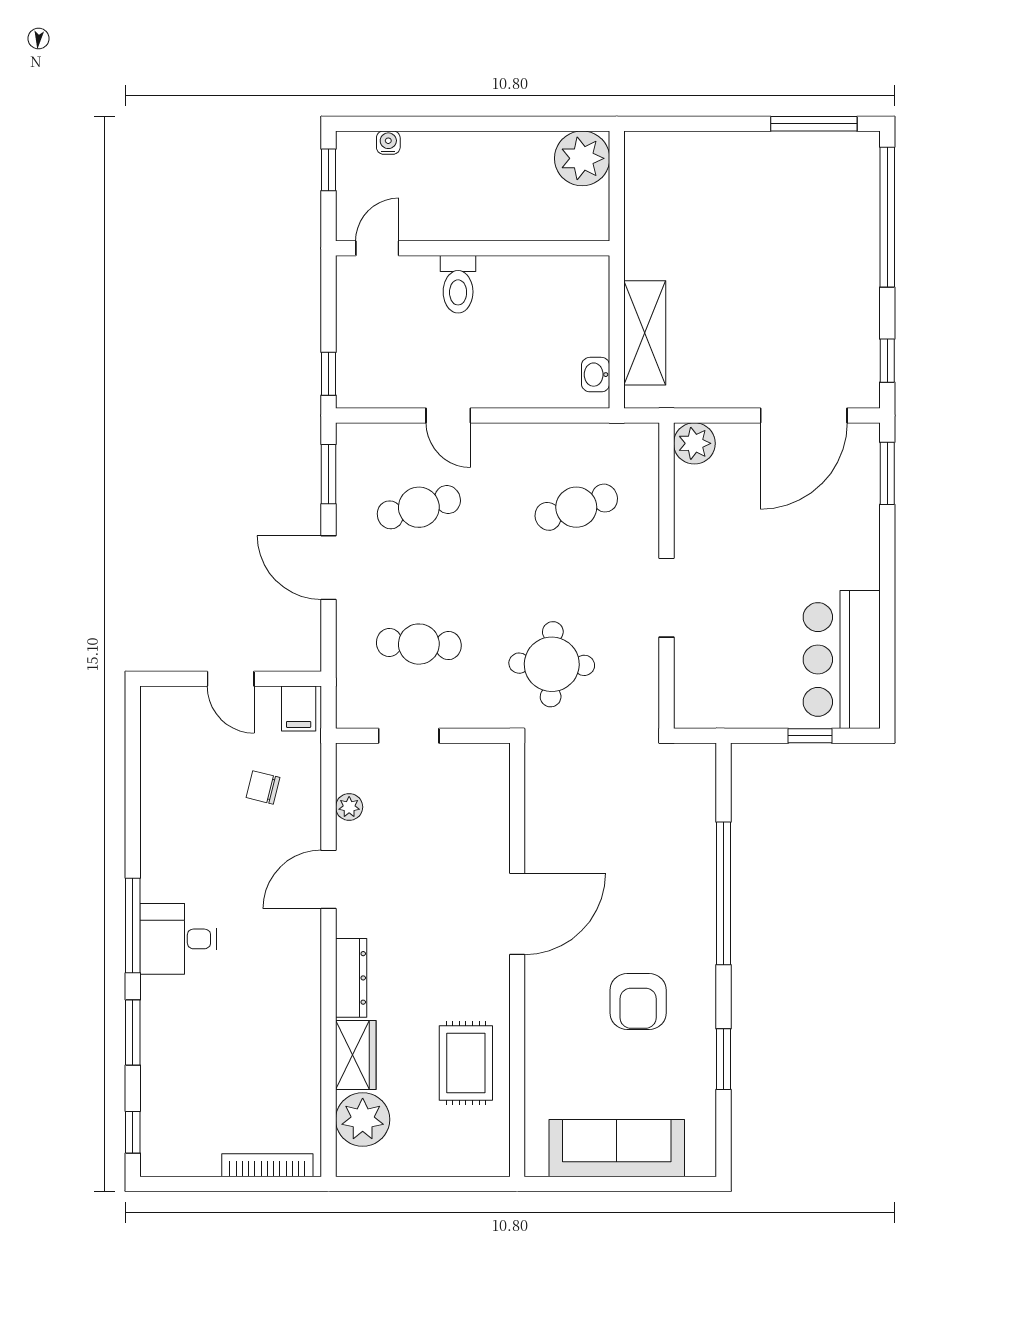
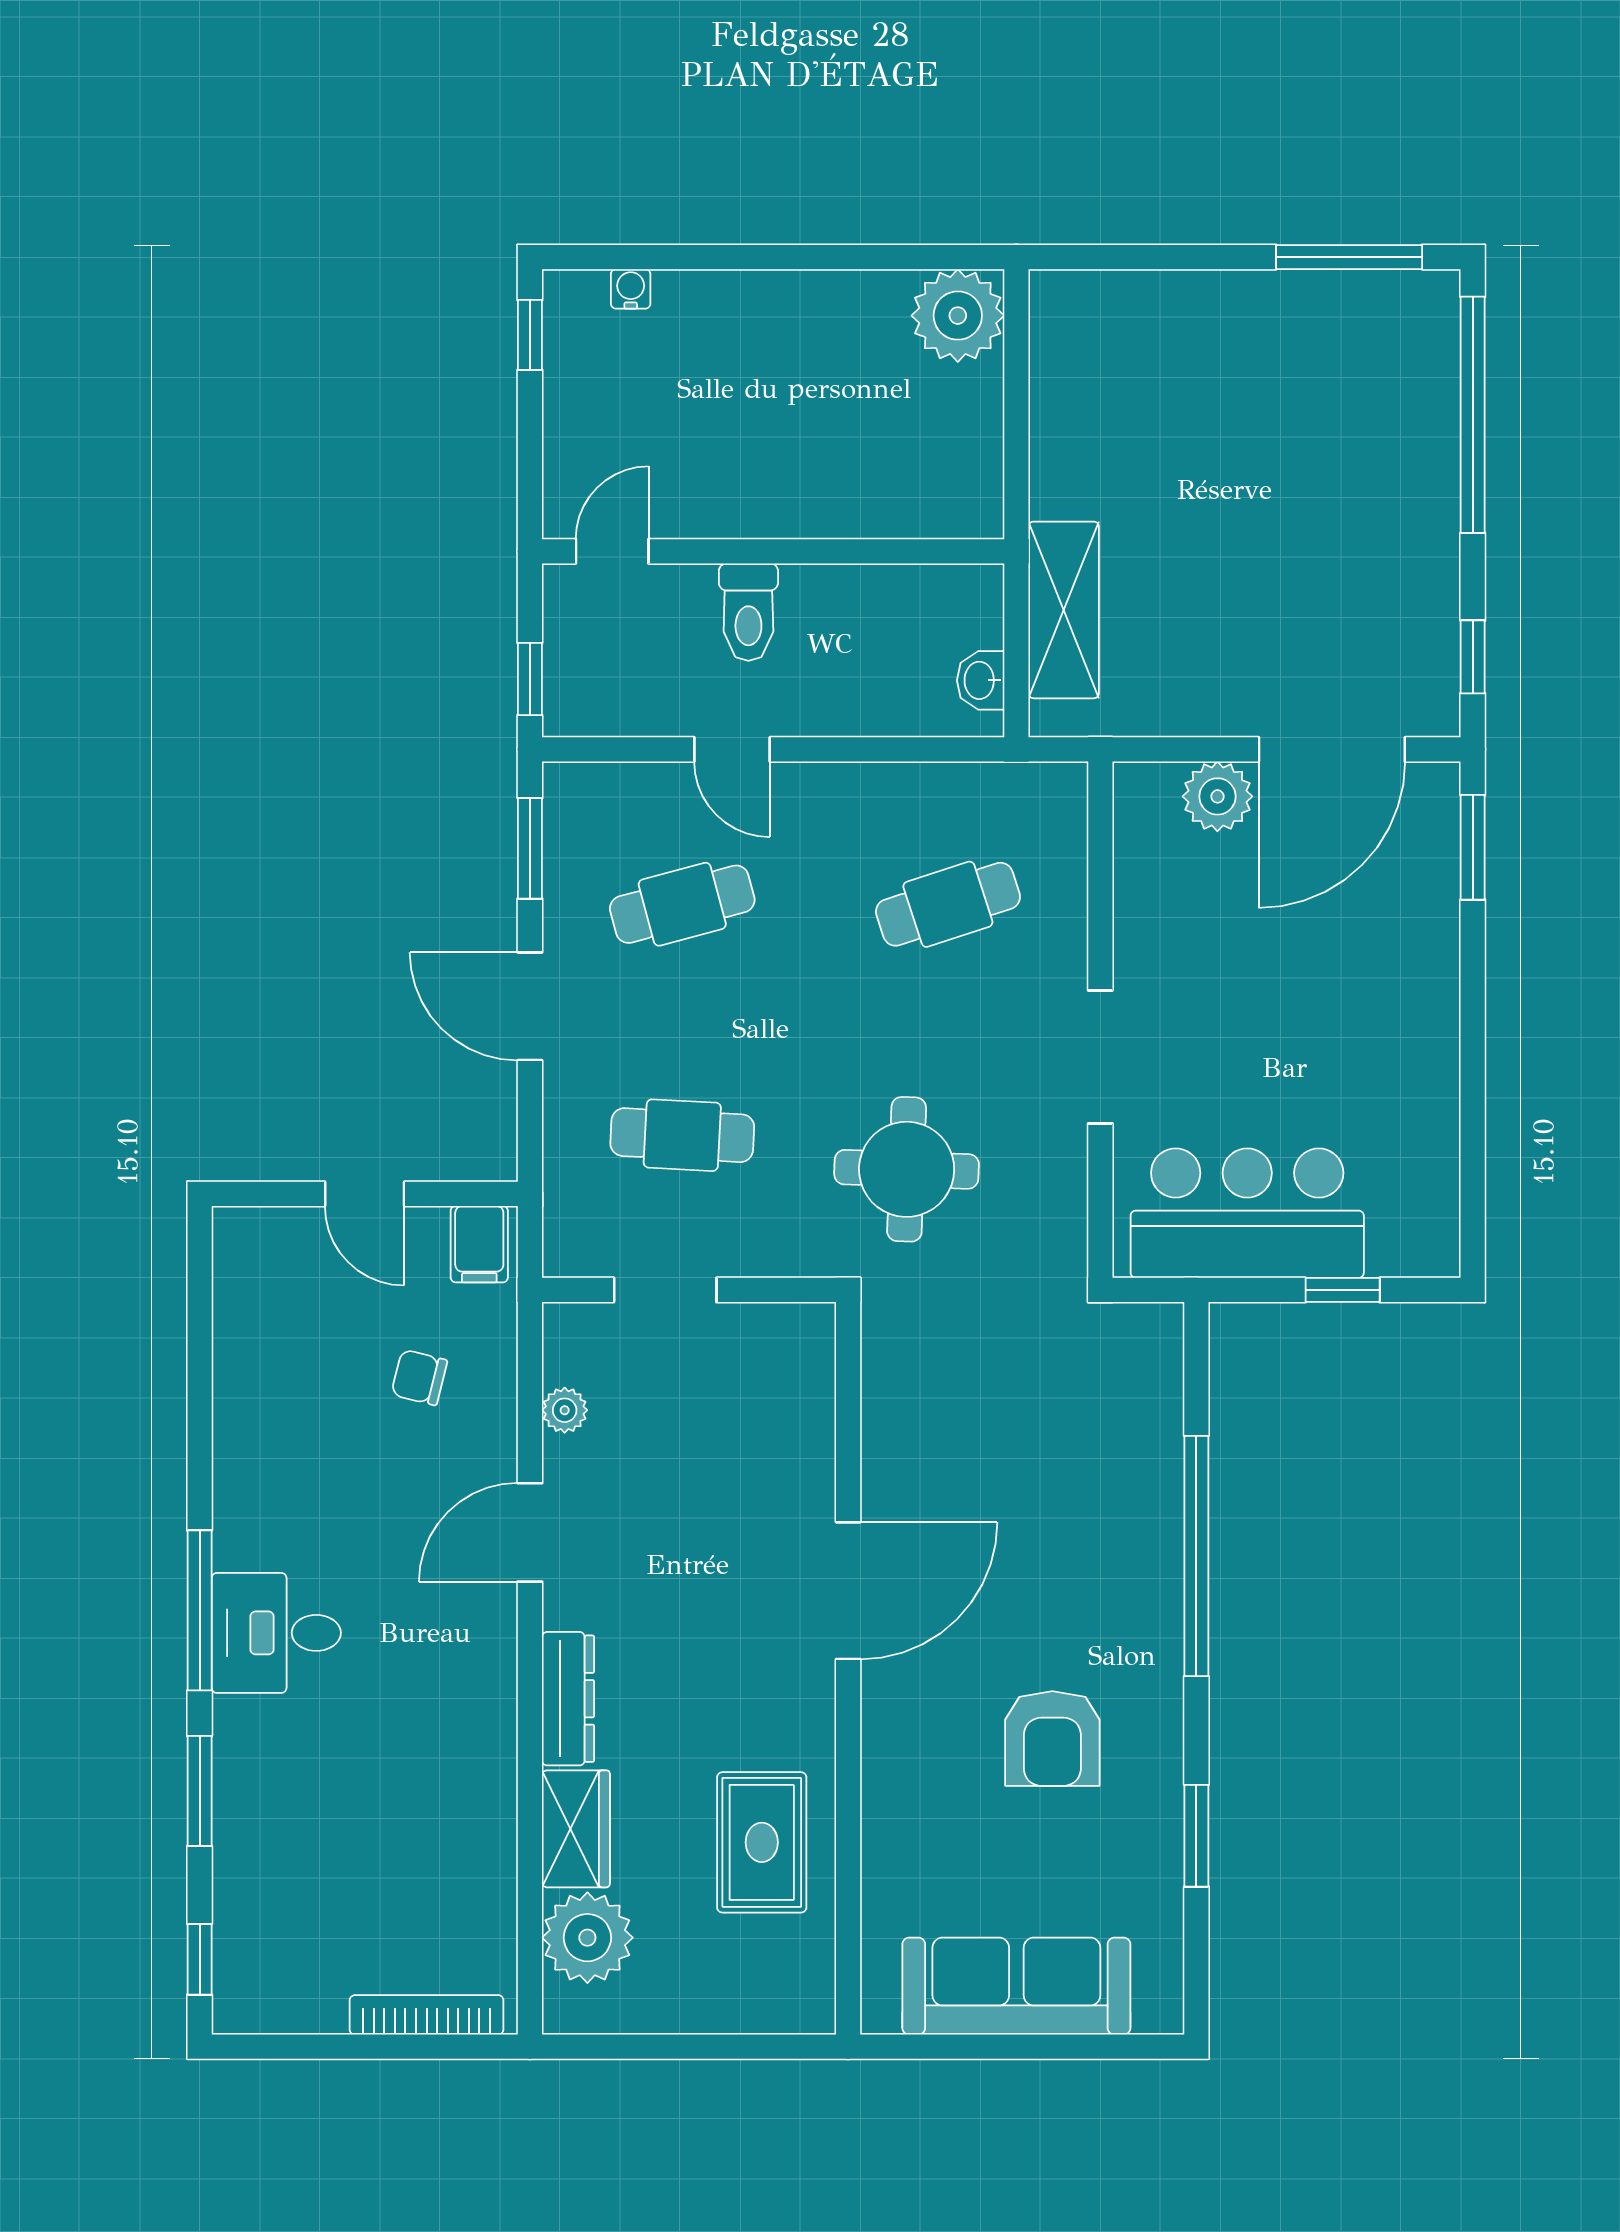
door: (377, 248) -> (612, 551), moved
wall: (473, 248) -> (773, 551), moved
toilet: (458, 284) -> (748, 612), moved
plant: (694, 443) -> (1217, 796), moved
bar counter: (842, 659) -> (1247, 1213), moved, turned 90

